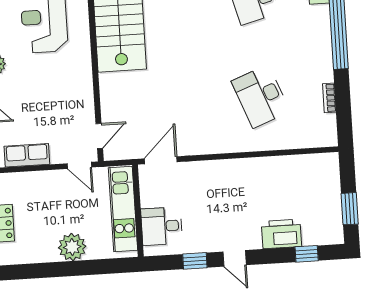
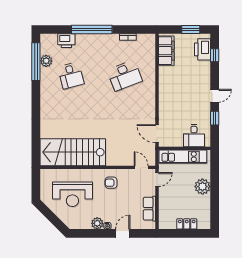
armchair: (69, 84) -> (111, 183), added
filing cabinet: (309, 167) -> (166, 51), added
printer: (281, 234) -> (203, 49), moved

